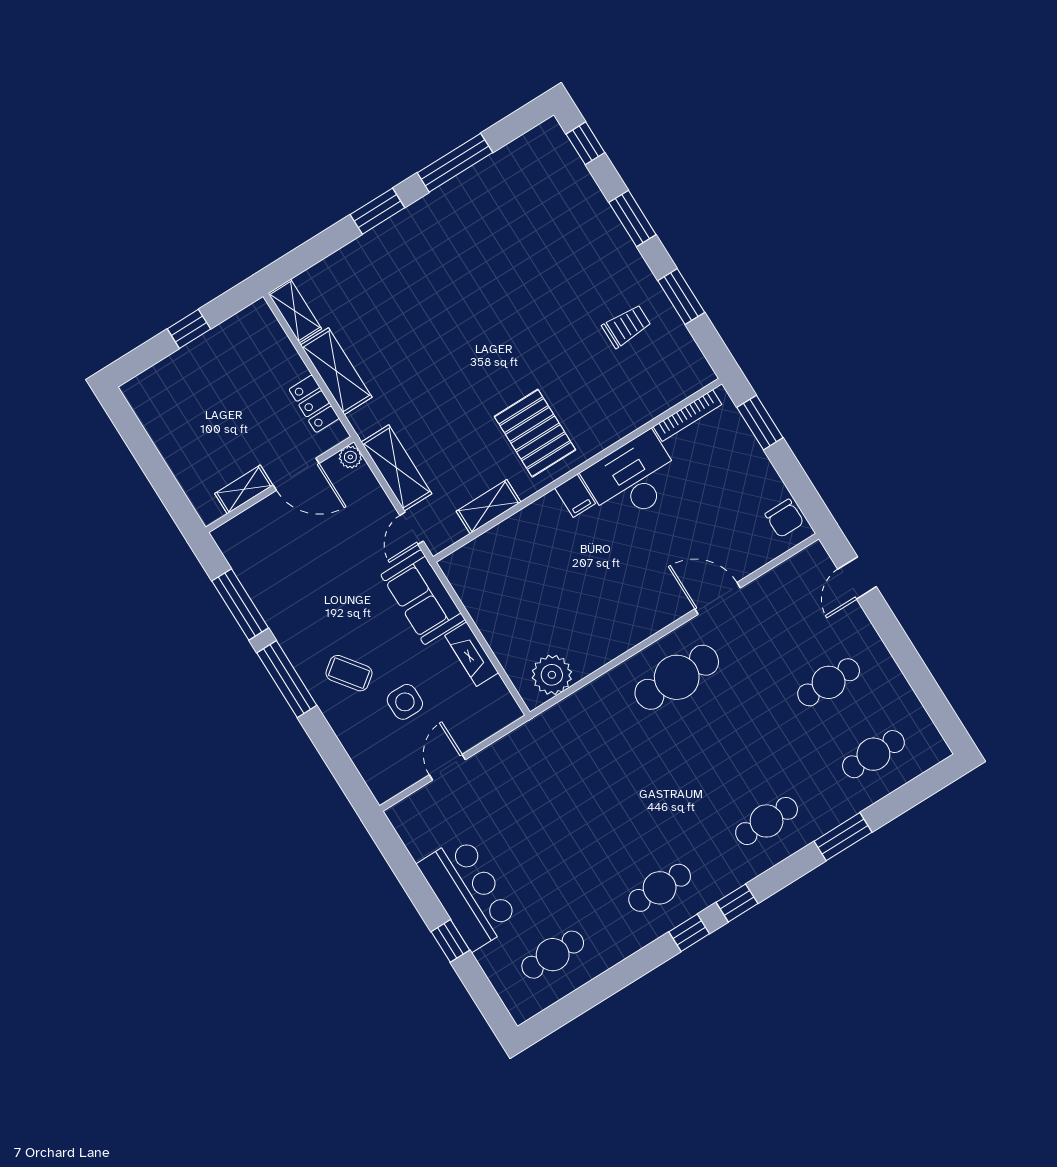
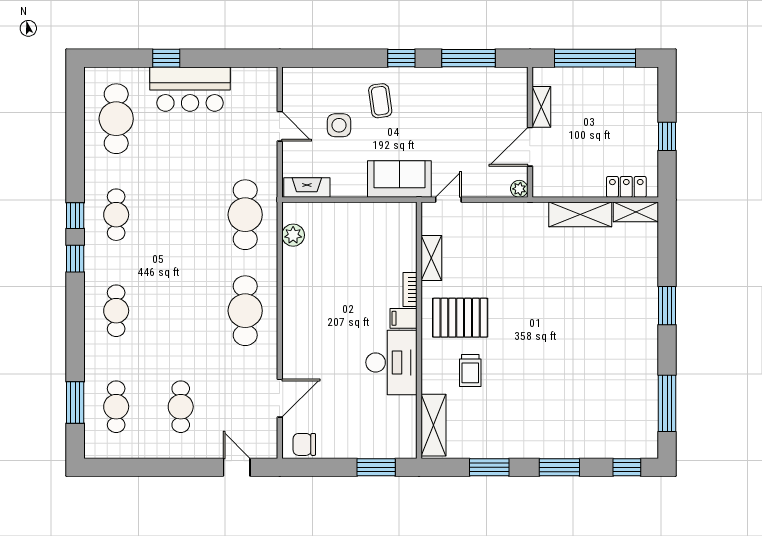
window: (455, 163) -> (667, 403), moved
trolley: (626, 326) -> (470, 371), moved
locker: (314, 404) -> (626, 187), moved
bookcase: (687, 415) -> (410, 289), moved, width x0.64
window: (152, 464) -> (595, 58), added
shelving: (396, 468) -> (434, 425), moved, turned 90
door: (412, 528) -> (448, 200), hinge flipped
door: (718, 598) -> (280, 398), moved
fireplace: (472, 654) -> (307, 188), moved
coffee table: (349, 673) -> (380, 101), turned -61
plant: (552, 675) -> (293, 235), width x0.73, depth x0.73
window: (287, 679) -> (401, 58), width x0.46
cafe table: (570, 744) -> (245, 215), added
window: (843, 837) -> (75, 403), moved
cafe table: (553, 955) -> (116, 119), width x1.37, depth x1.35

